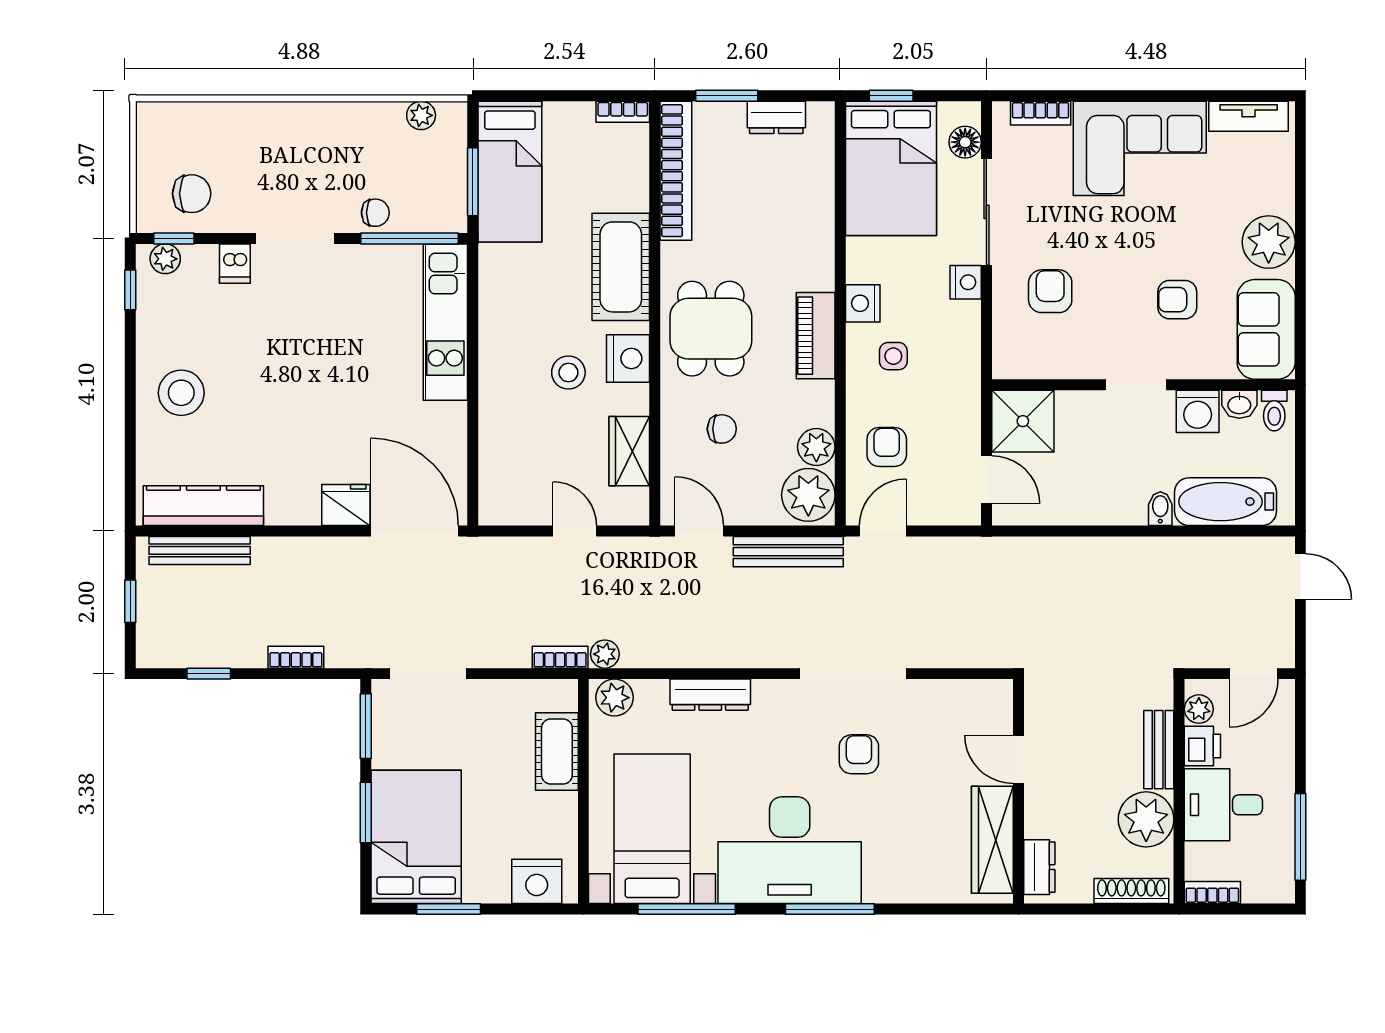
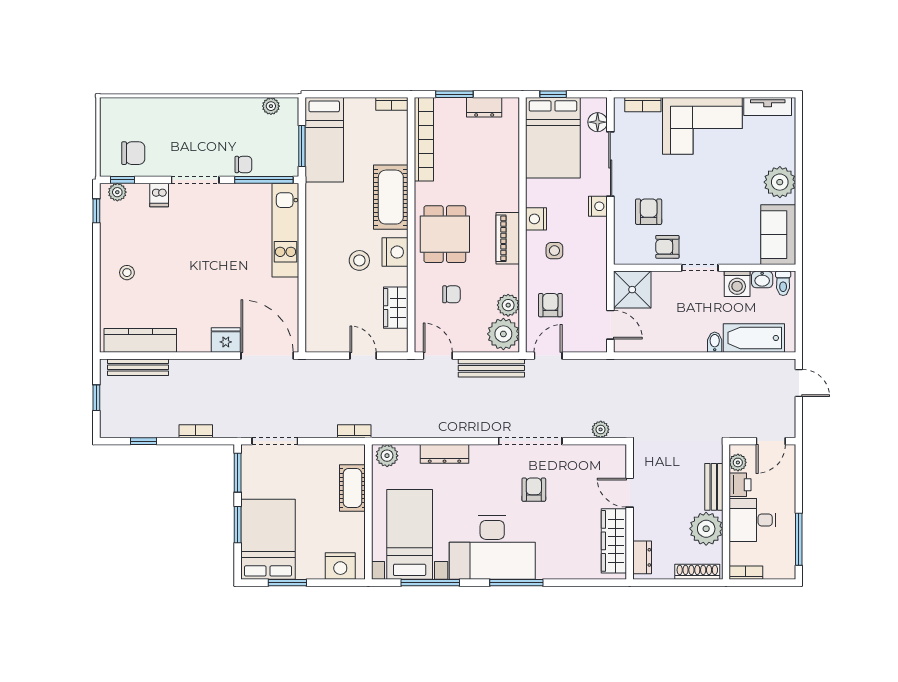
armchair: (1177, 300) -> (667, 247), moved
stool: (181, 393) -> (127, 273), width x0.53, depth x0.53
plant: (605, 654) -> (601, 429), moved

